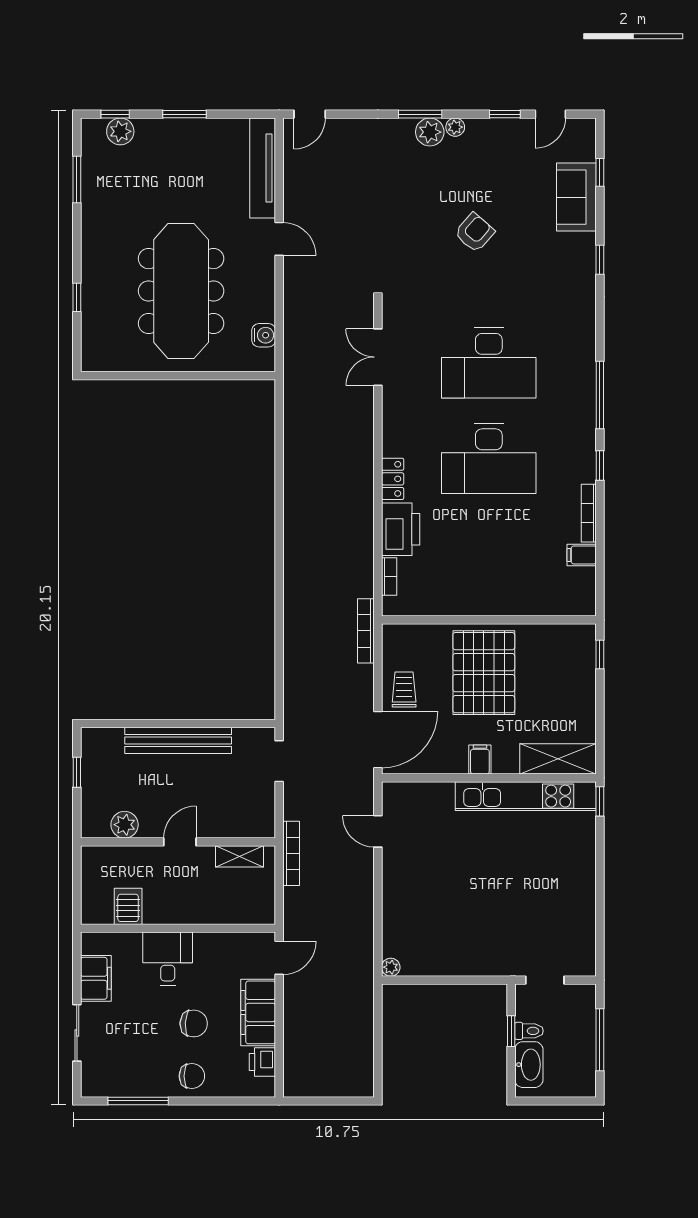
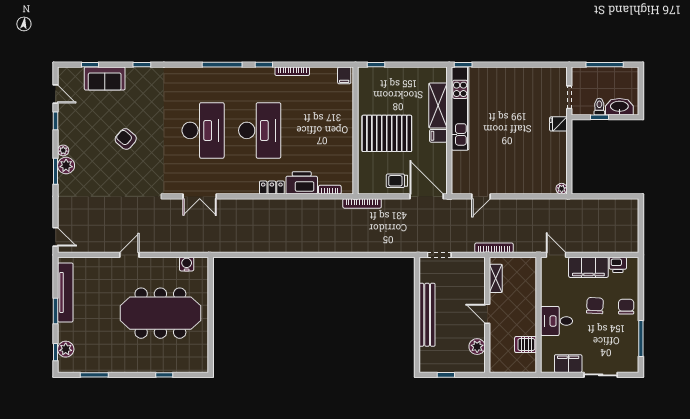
tv unit: (263, 168) -> (65, 292), moved, turned -90
filing cabinet: (582, 555) -> (344, 75), moved
shelving: (558, 759) -> (438, 105), moved
fridge: (500, 962) -> (558, 124), added

